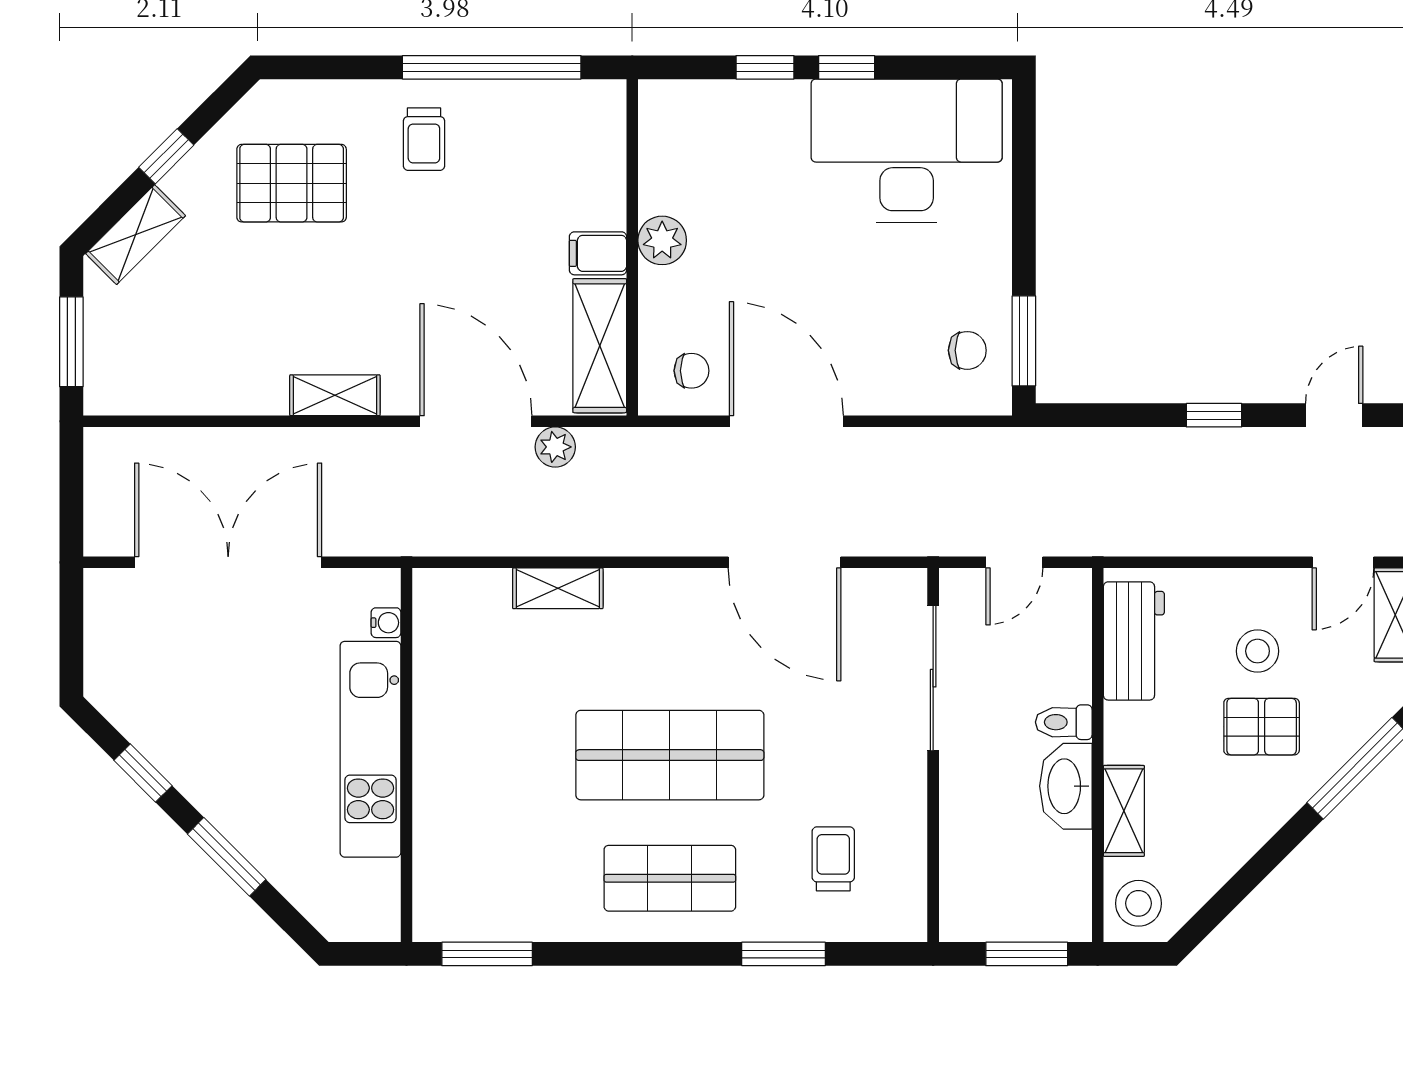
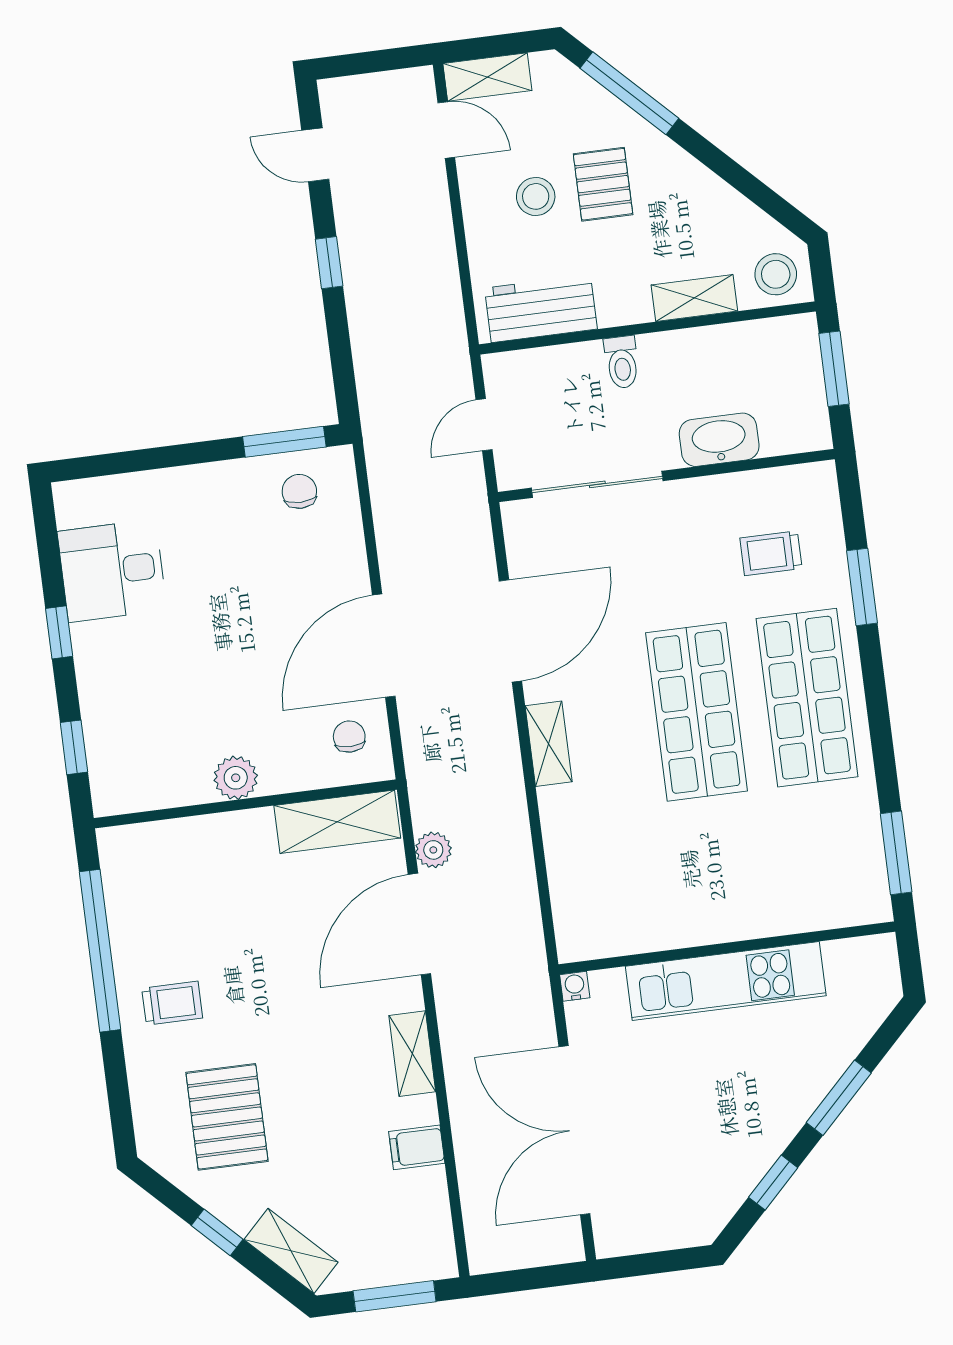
window: (765, 67) -> (74, 747), moved
desk: (907, 151) -> (112, 571), width x0.53, depth x0.77
filing cabinet: (598, 253) -> (417, 1147), moved, turned 90
door: (1014, 562) -> (484, 425), swing flipped
shelving: (558, 588) -> (549, 744), moved
water cooler: (386, 623) -> (575, 986), moved
washbasin: (1066, 786) -> (719, 440), moved, turned 180
shop shelf: (670, 878) -> (807, 698), width x1.43, depth x1.36

